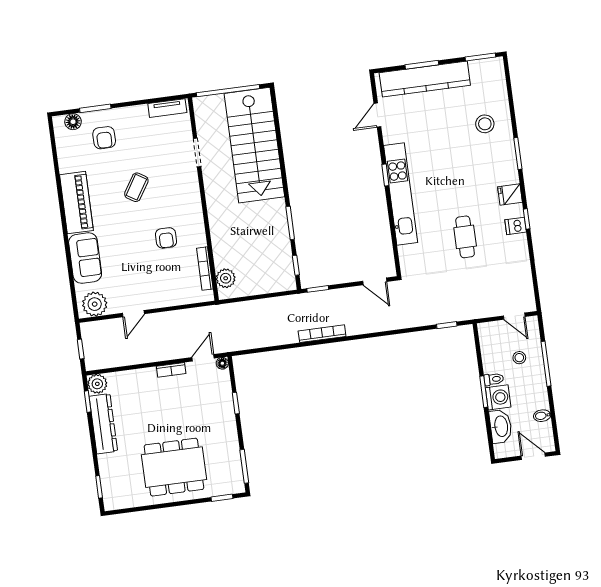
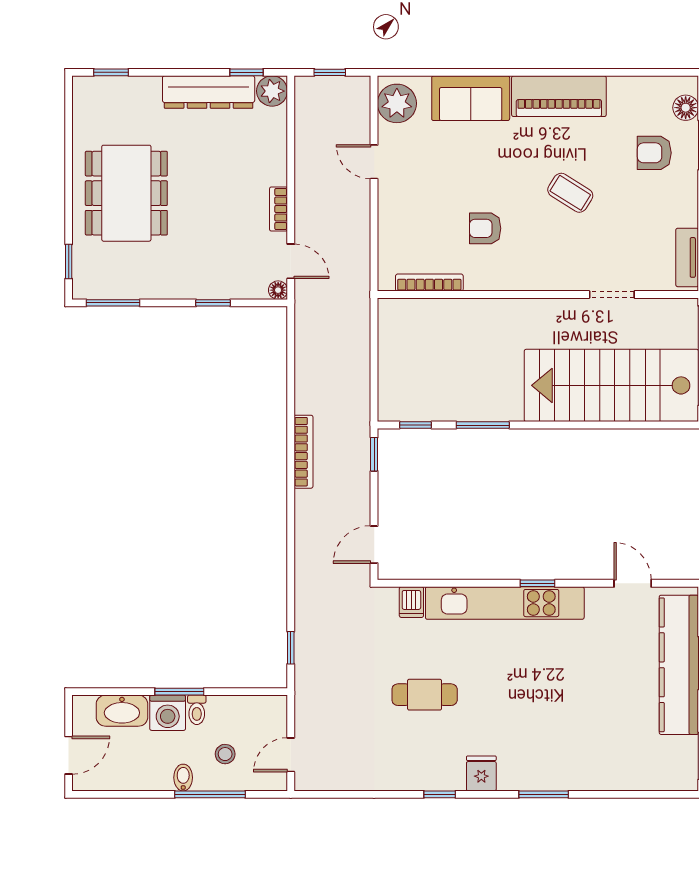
stool: (485, 124) -> (597, 749), removed
dishwasher: (516, 226) -> (411, 602), moved, turned 180
plant: (226, 278) -> (410, 313), removed
bidet: (542, 416) -> (183, 778), moved

